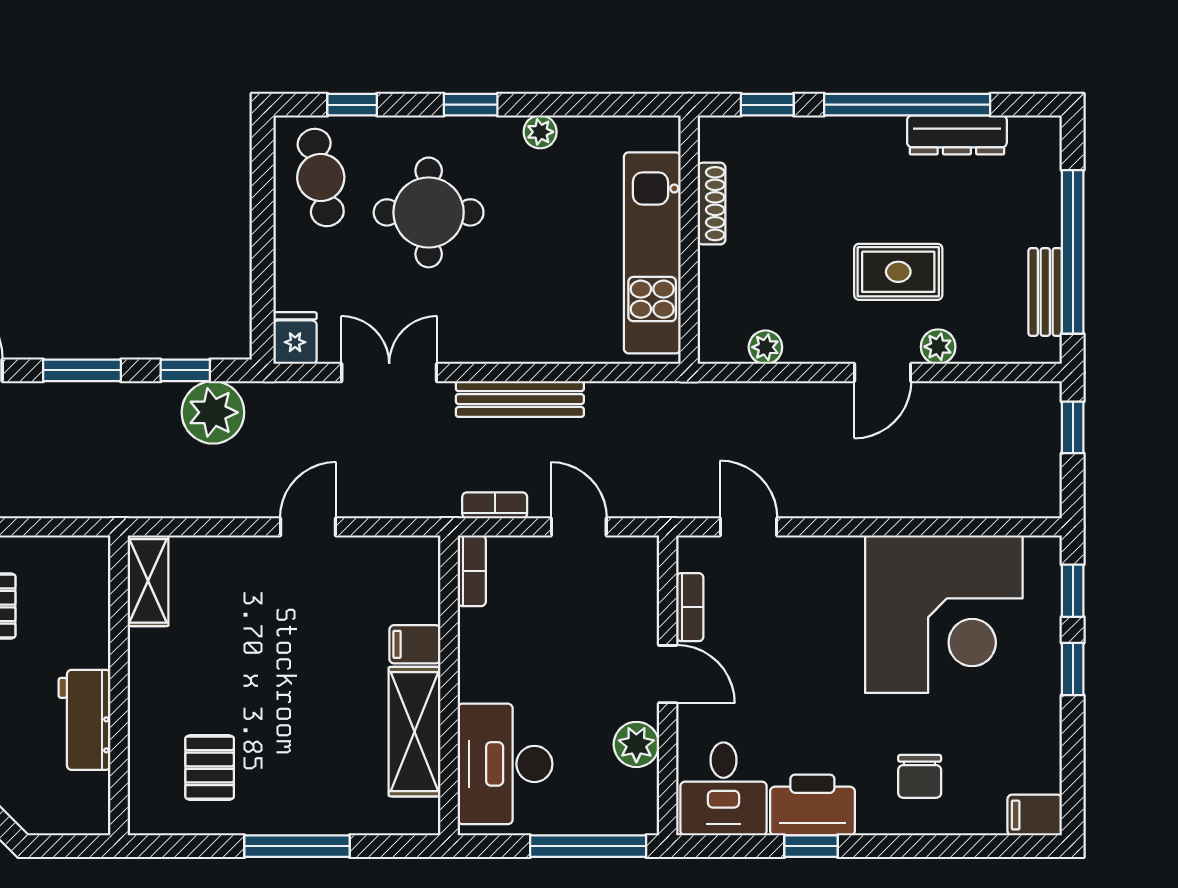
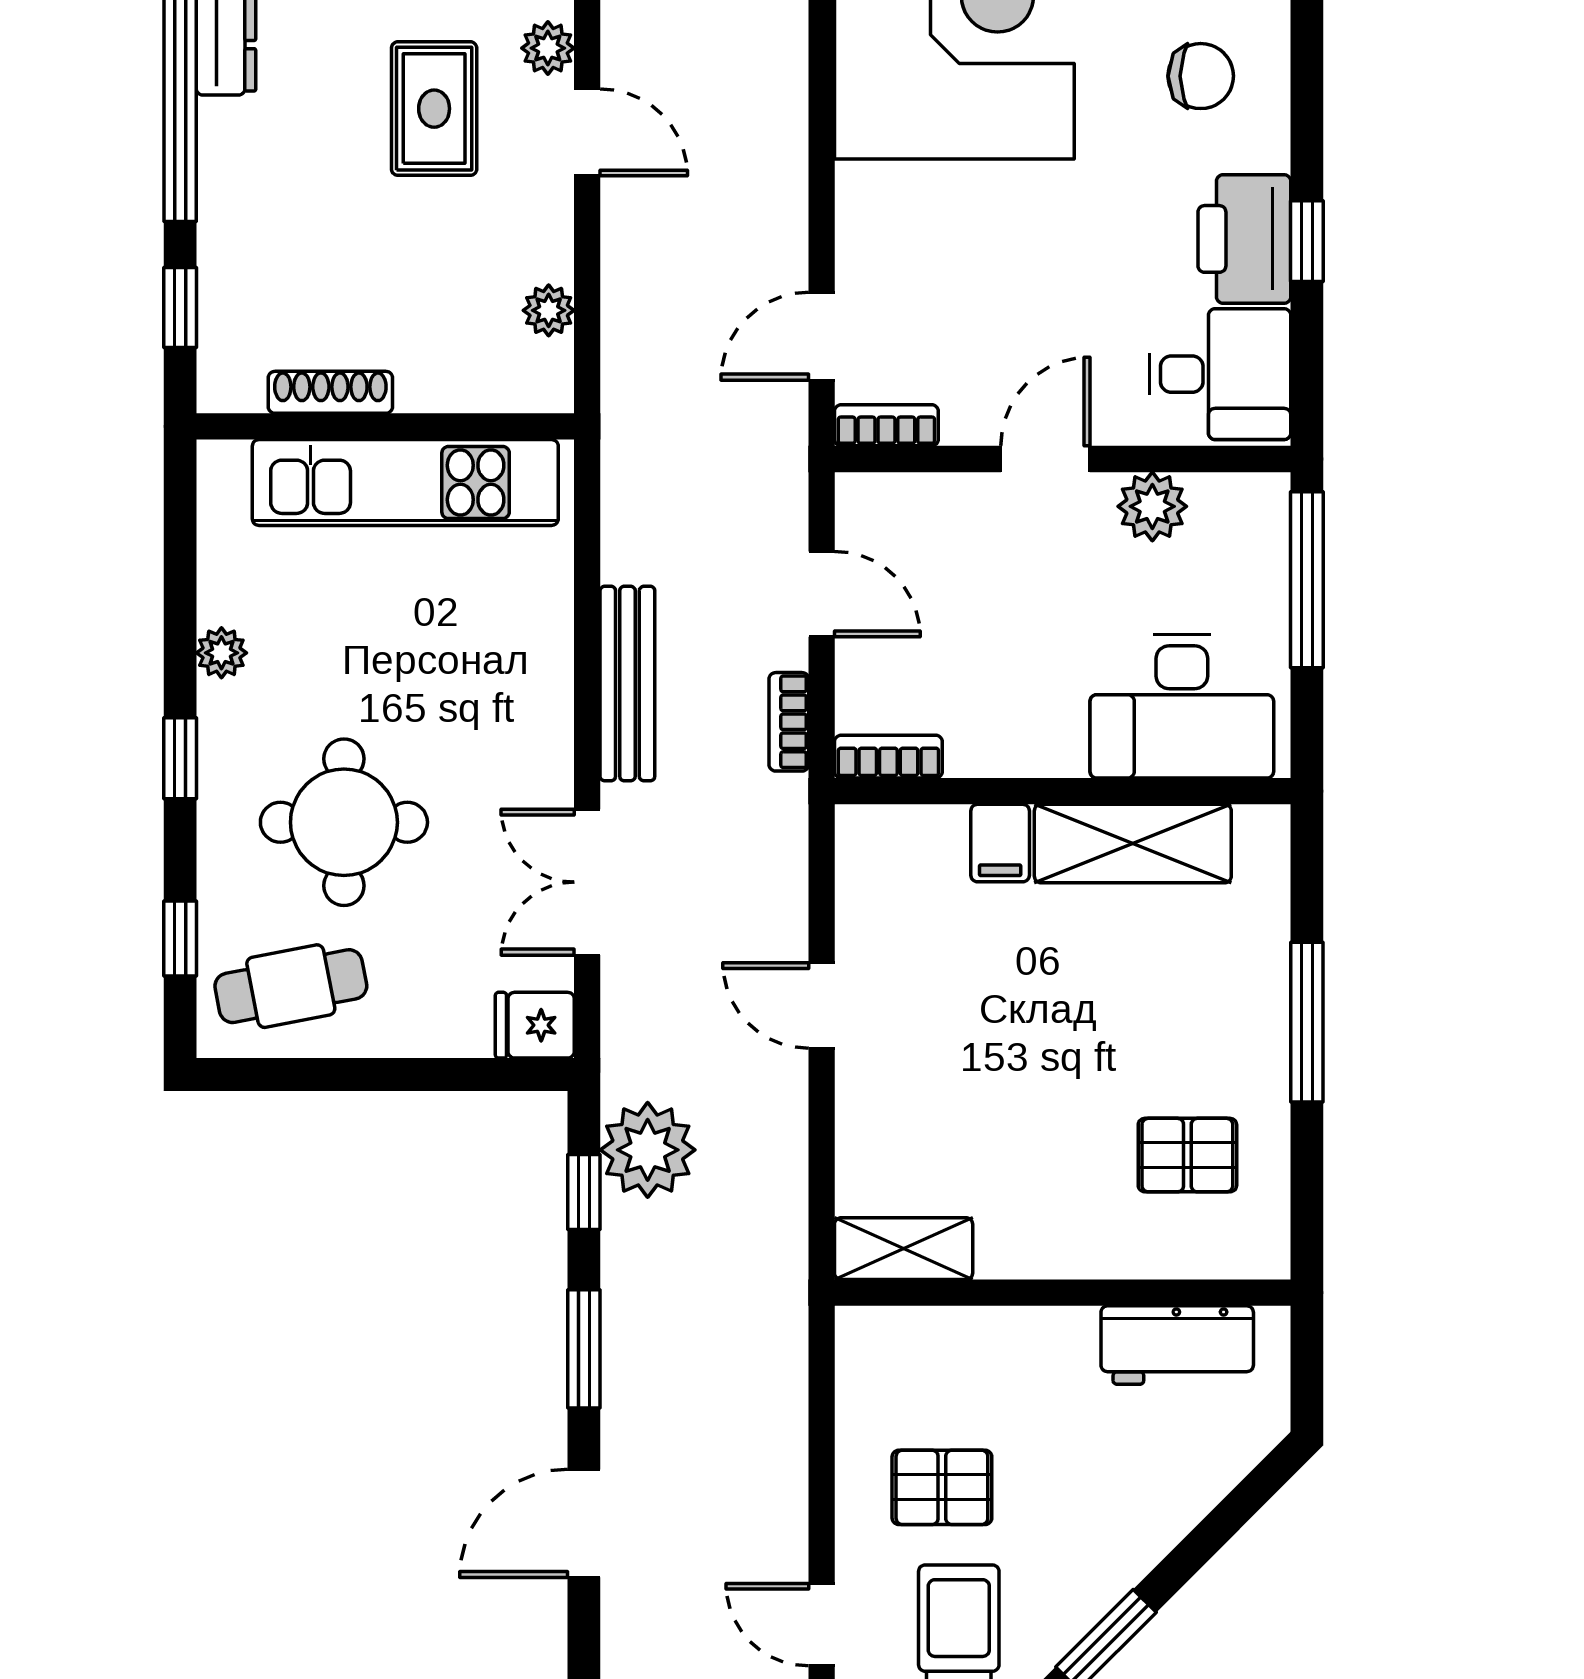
door: (579, 527) -> (822, 594), swing flipped
bookcase: (690, 607) -> (886, 425), moved
workbench: (85, 720) -> (1177, 1345), moved

